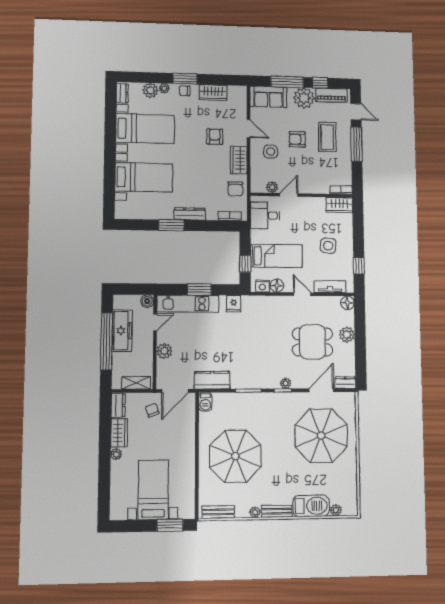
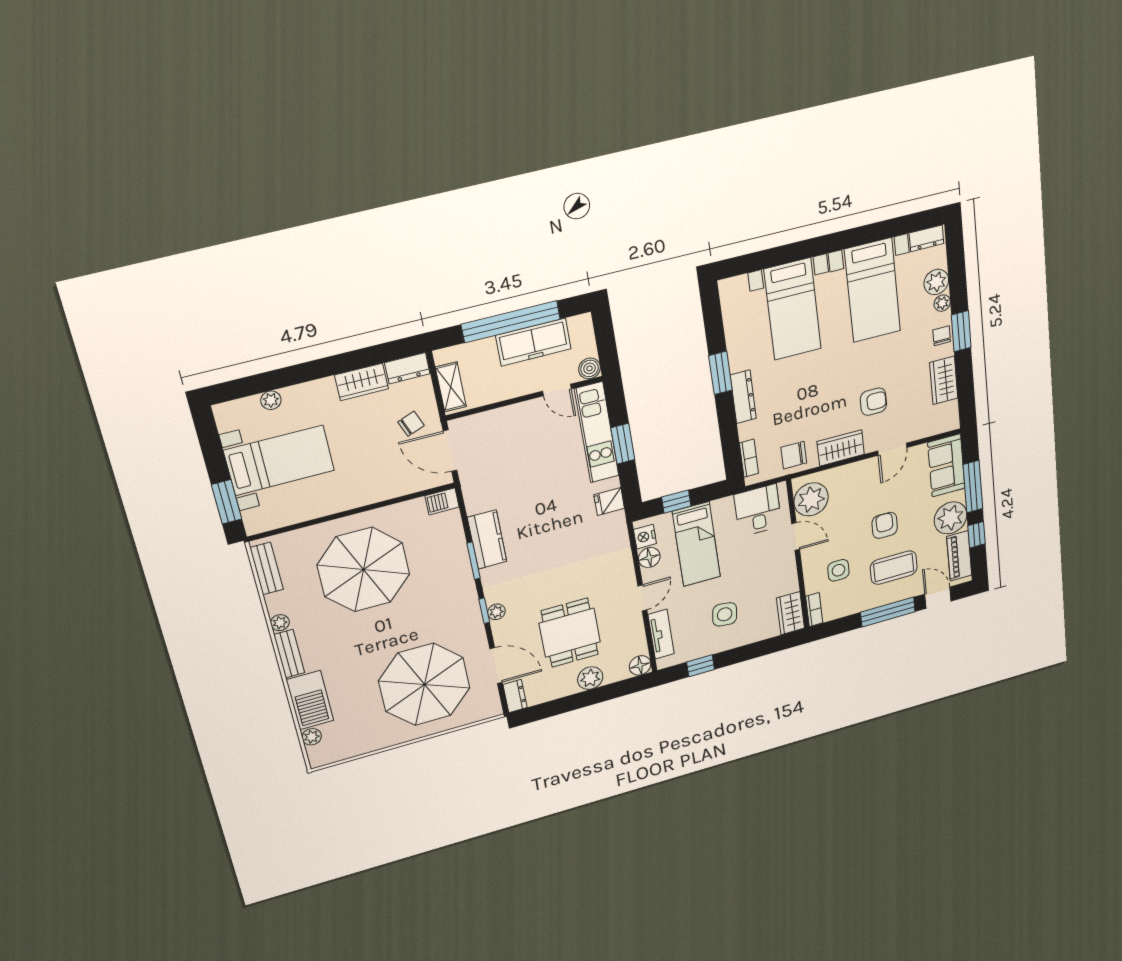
door: (356, 112) -> (938, 598), swing flipped
side table: (271, 152) -> (838, 570), moved
plant: (272, 187) -> (811, 499), width x1.87, depth x1.87
plant: (164, 351) -> (512, 417), removed
kitchen counter: (212, 380) -> (487, 540), moved
plant: (116, 454) -> (271, 400), moved

